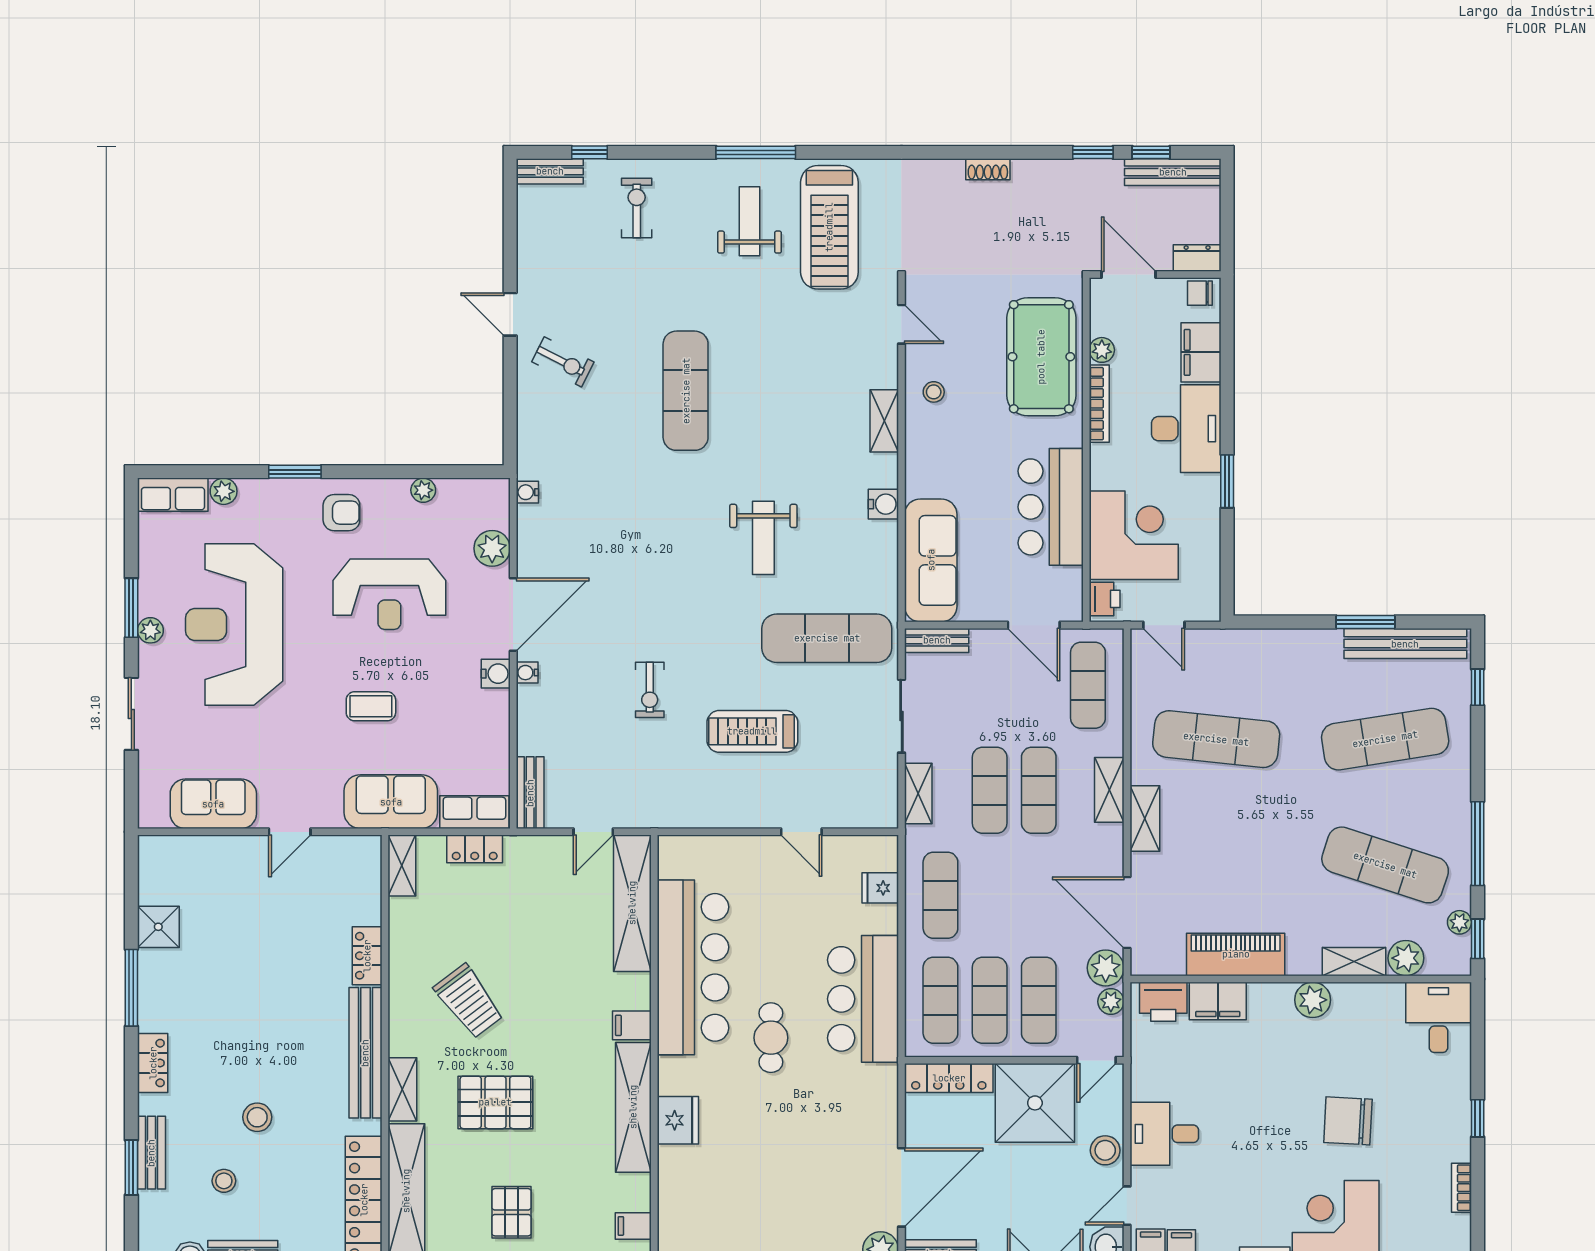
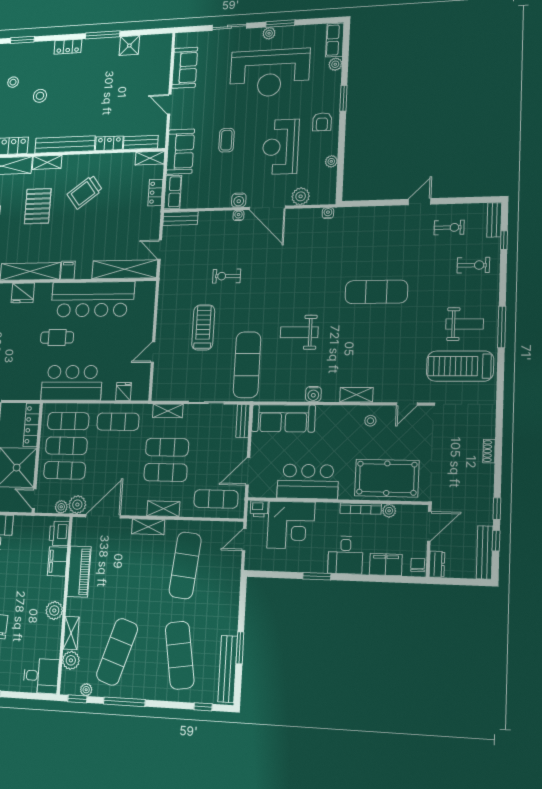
exercise bike: (563, 362) -> (449, 228), moved, turned -117
desk: (1186, 429) -> (345, 555), width x0.73
reception desk: (234, 624) -> (270, 73), turned 180
bench: (151, 1153) -> (141, 142), moved

